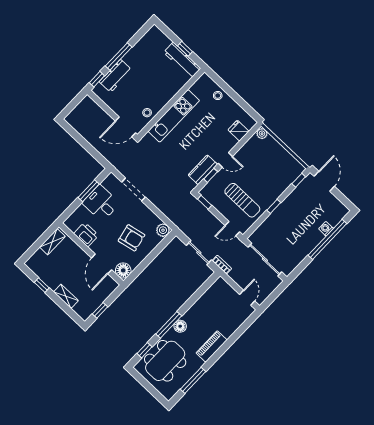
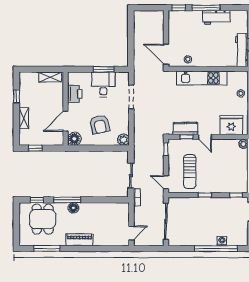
workbench: (116, 76) -> (216, 17), moved
fridge: (238, 131) -> (231, 125), width x1.88, depth x1.34
dining table: (165, 361) -> (43, 219), width x0.73

